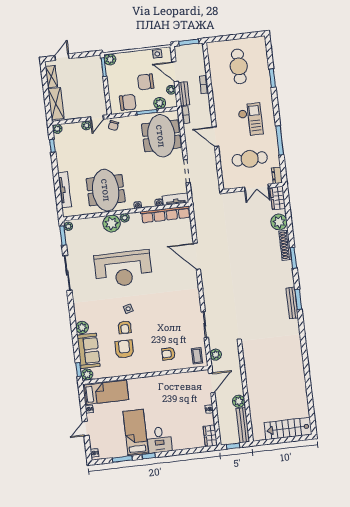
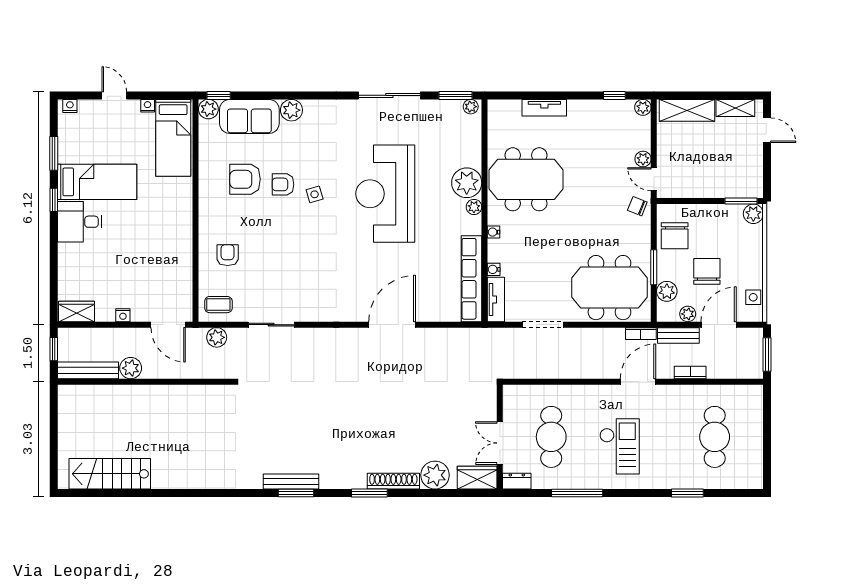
cafe table: (239, 66) -> (715, 437), turned 90
checkout: (250, 120) -> (619, 446), turned -90
door: (215, 137) -> (638, 382), moved
tv unit: (65, 190) -> (544, 108), width x0.71
armchair: (124, 349) -> (245, 179), turned 180
stairs: (288, 429) -> (110, 474), moved, turned -90

